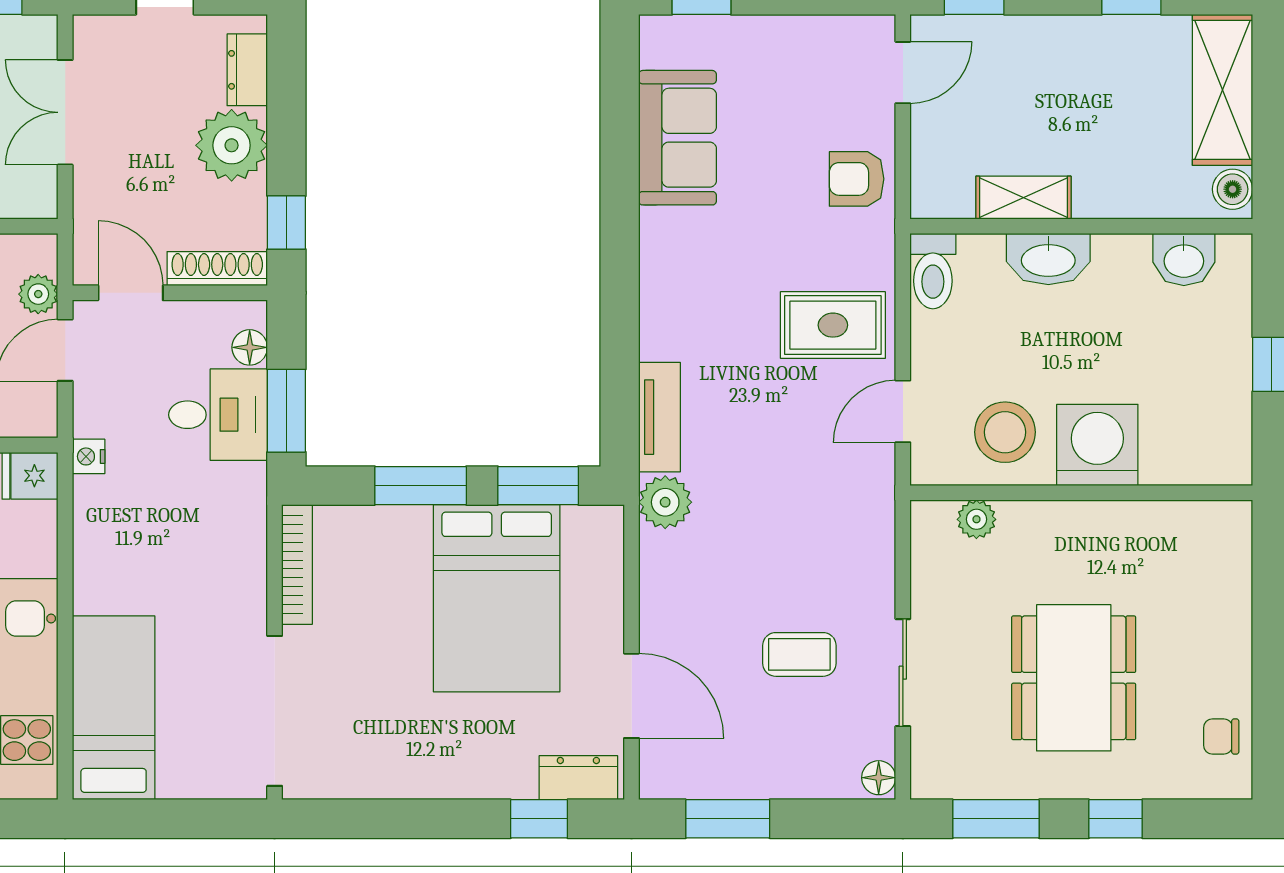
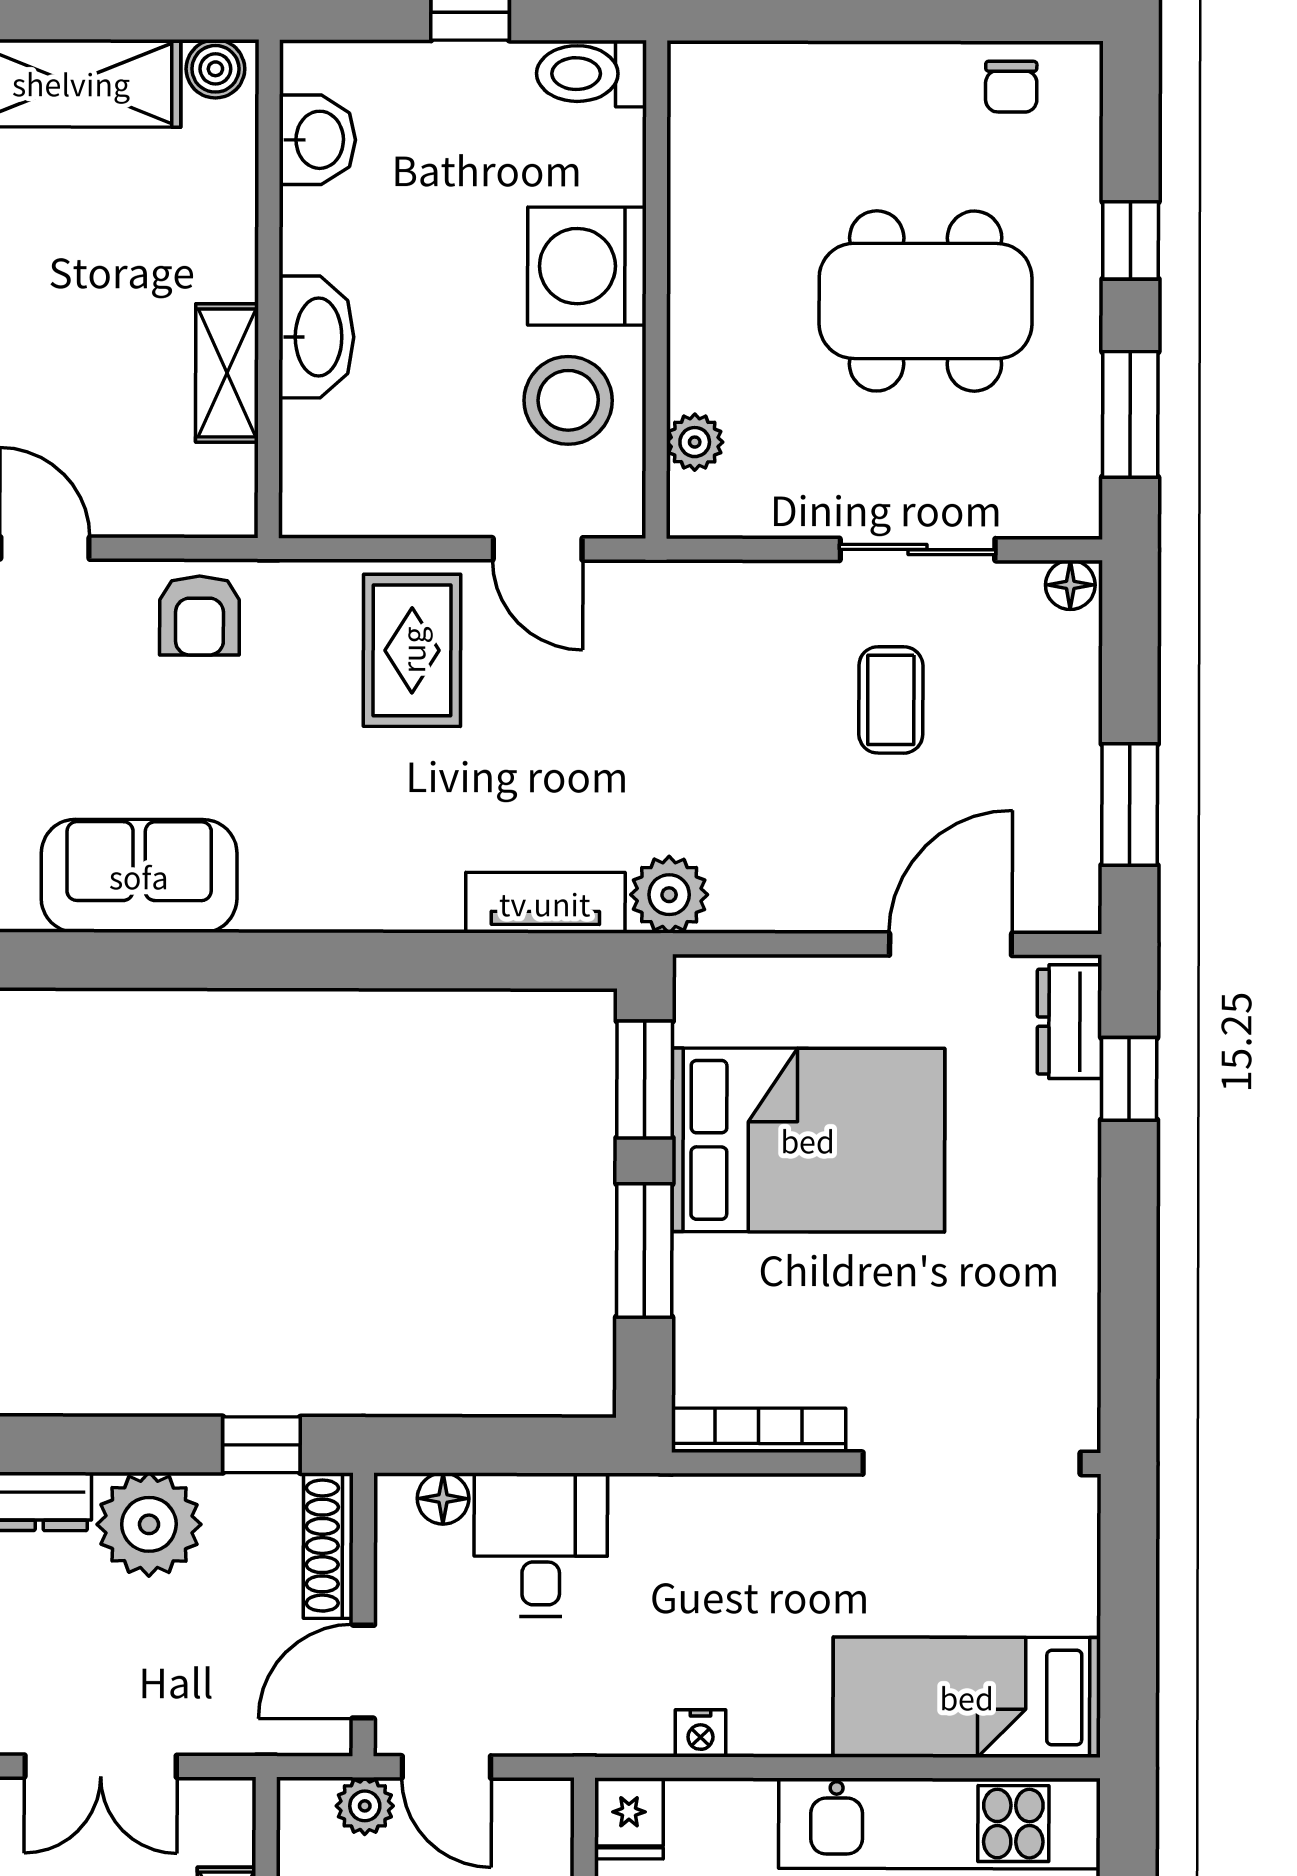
toilet: (933, 271) -> (591, 74), moved, turned 180
window: (286, 411) -> (535, 1445), removed
nightstand: (89, 456) -> (700, 1733), moved

